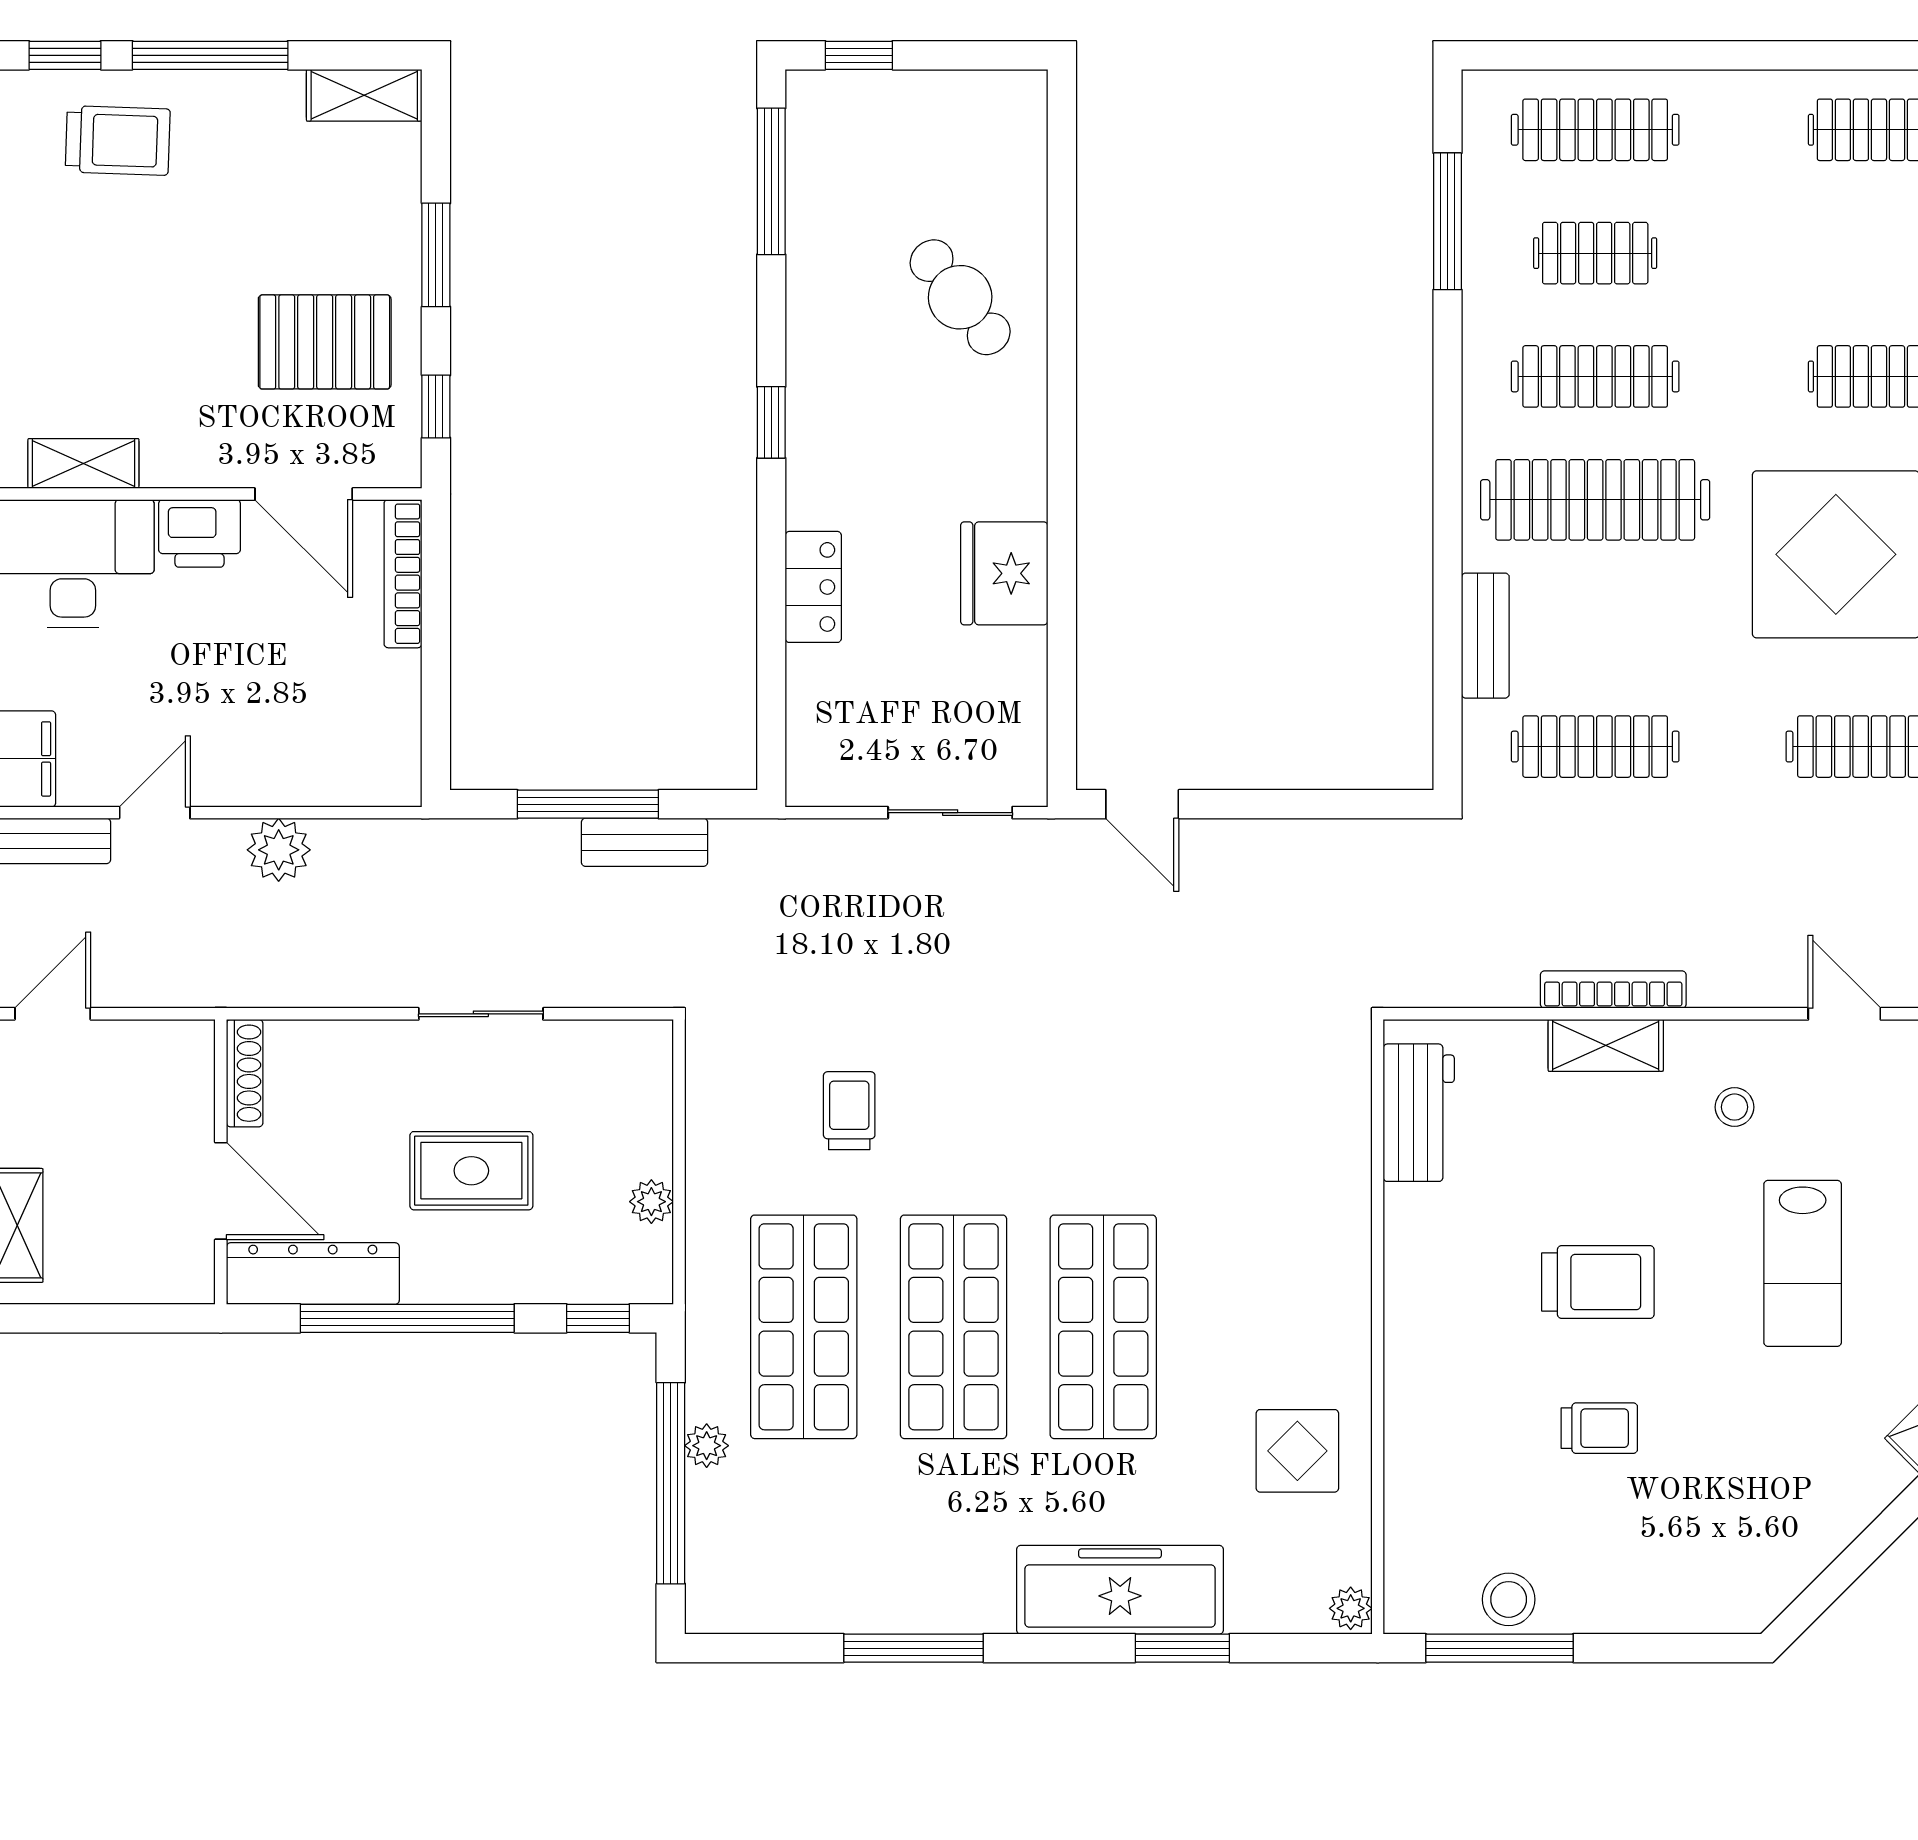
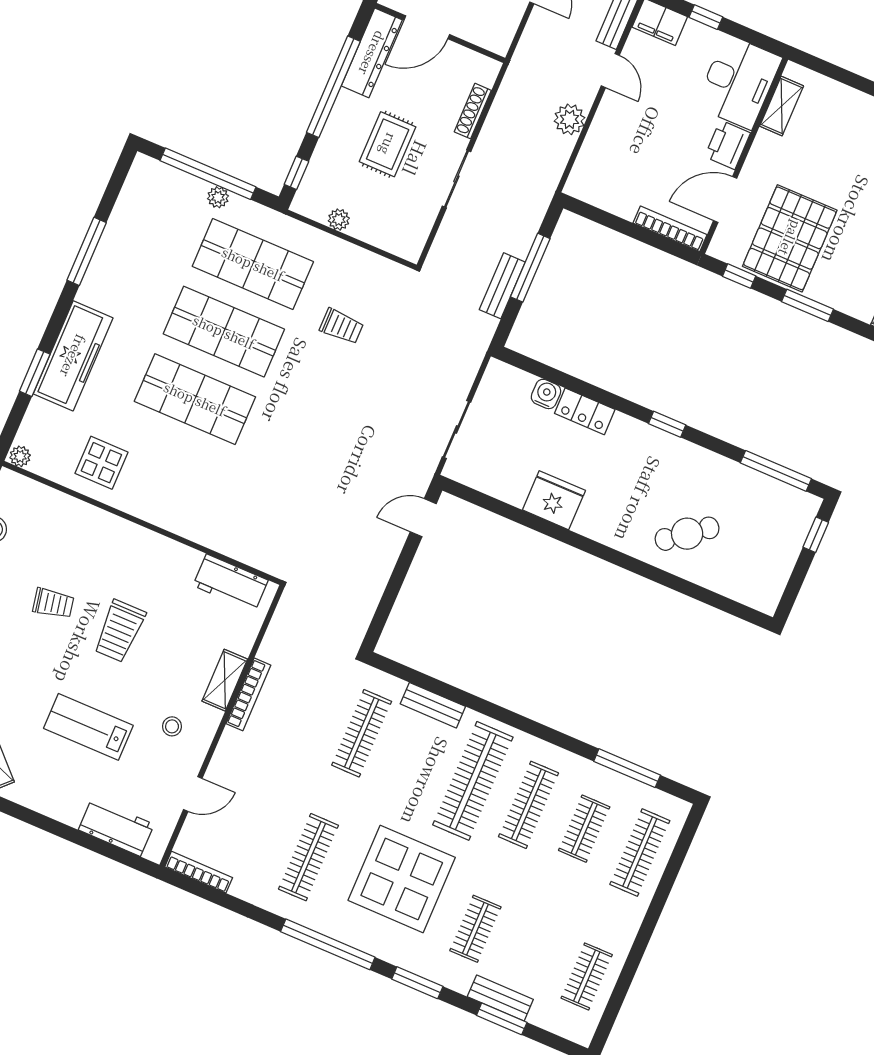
pallet: (325, 342) -> (790, 238), width x1.37, depth x1.41
water cooler: (812, 674) -> (546, 394), added
shoe rack: (245, 1073) -> (473, 111), moved, turned 90
trolley: (1599, 1428) -> (53, 603), turned -101

